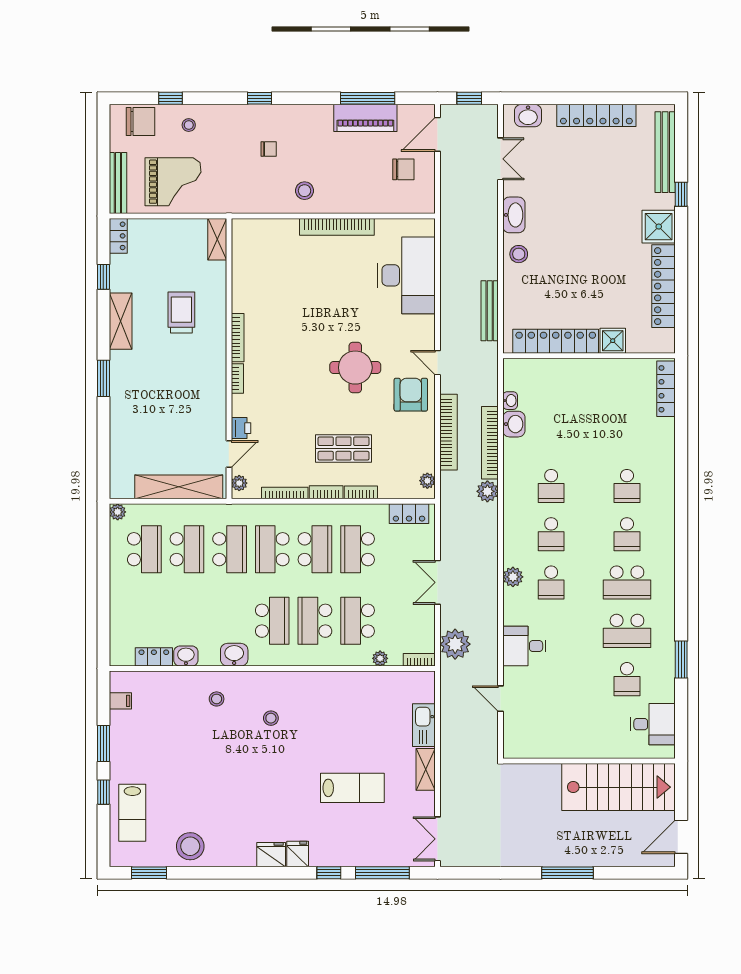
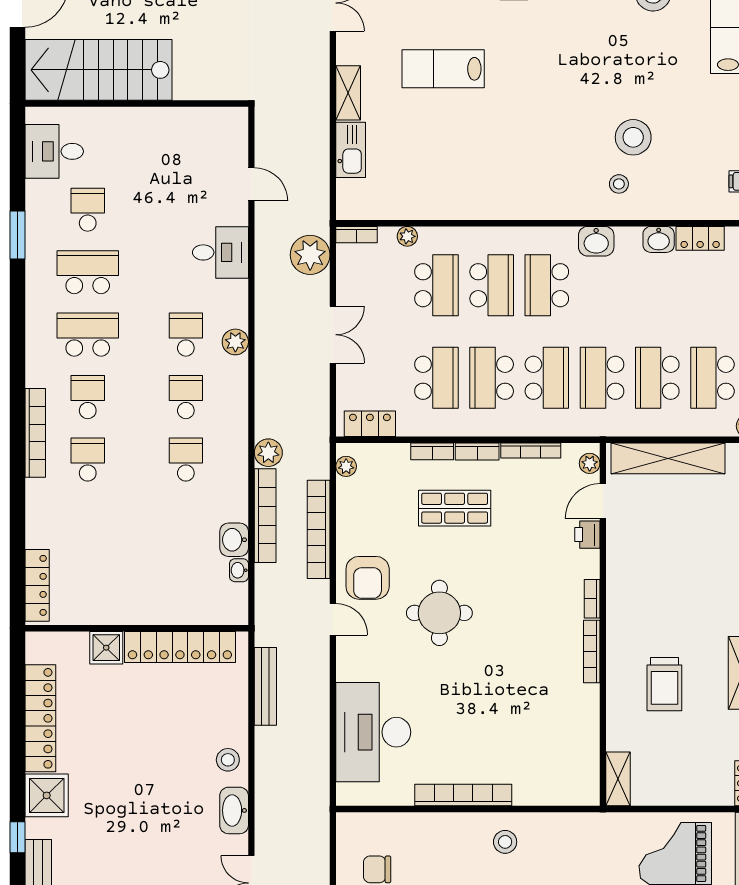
bookcase: (667, 507) -> (35, 433), added
stool: (271, 718) -> (633, 137), moved, width x1.89, depth x1.89

